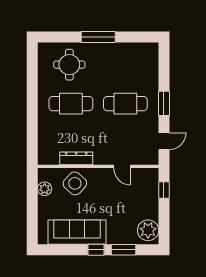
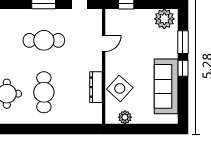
cafe table: (125, 104) -> (44, 40), turned 90

